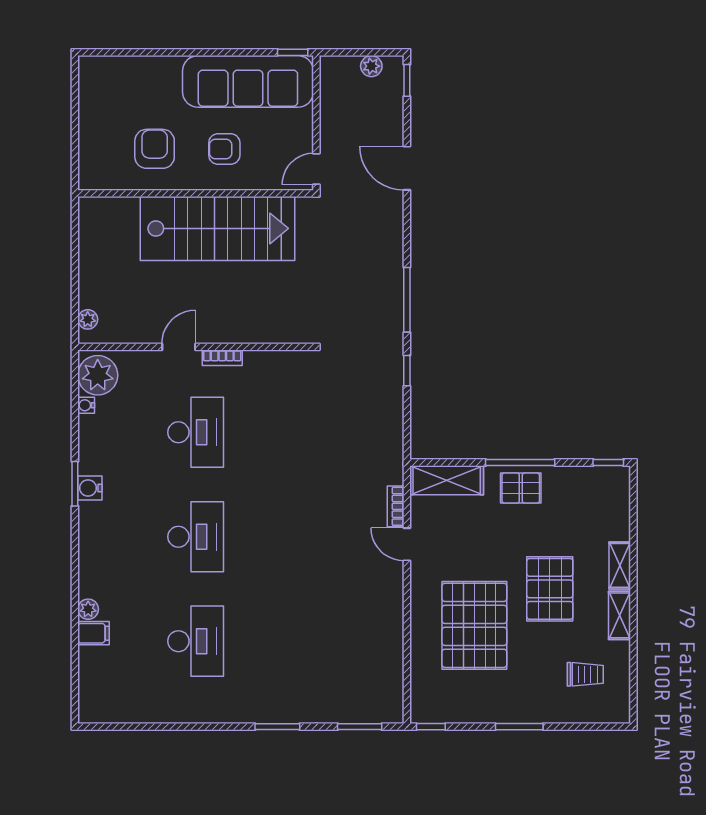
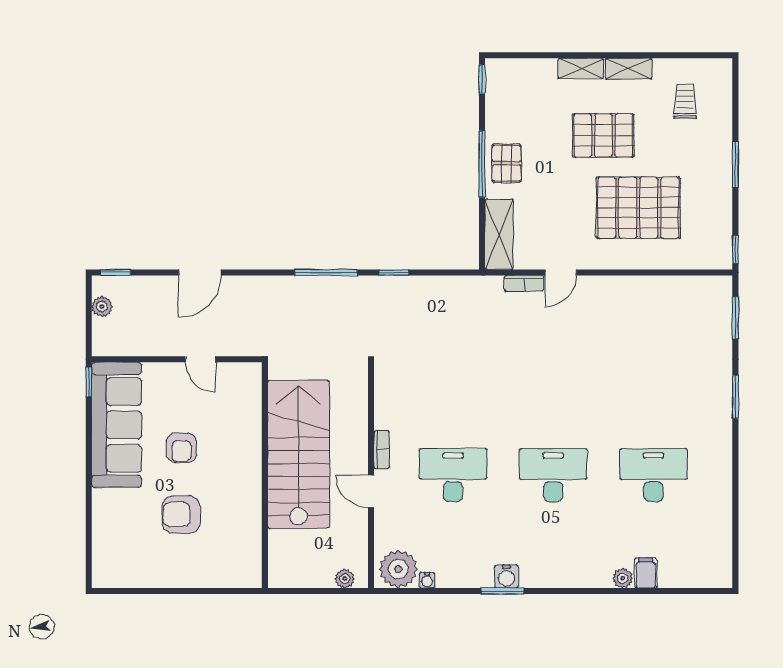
wall: (196, 193) -> (265, 475), moved
stairs: (217, 228) -> (299, 454), moved

